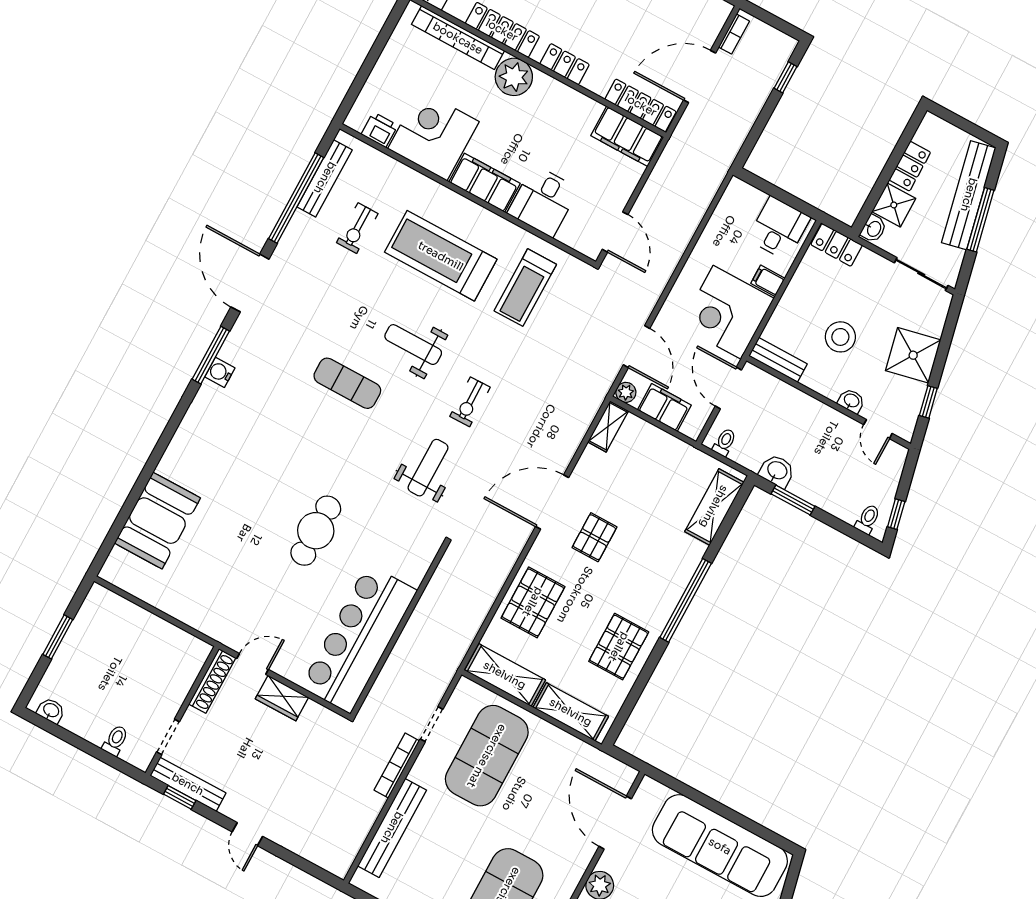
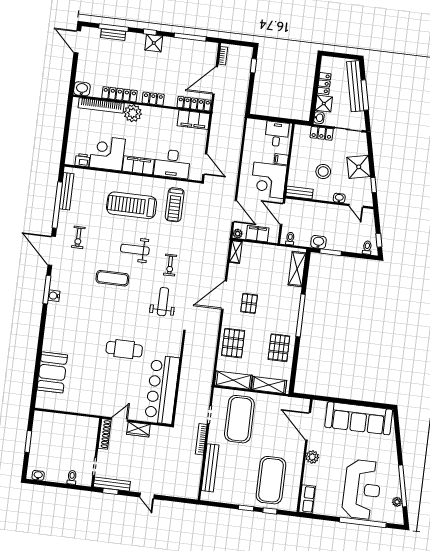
desk: (543, 201) -> (172, 164), width x1.37
exercise bike: (357, 228) -> (78, 237), moved
locker: (837, 245) -> (322, 133), moved
cafe table: (316, 531) -> (124, 349), turned 90

